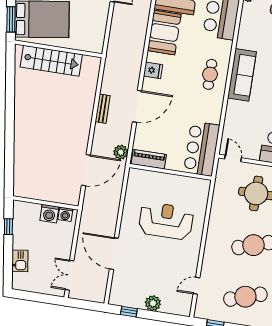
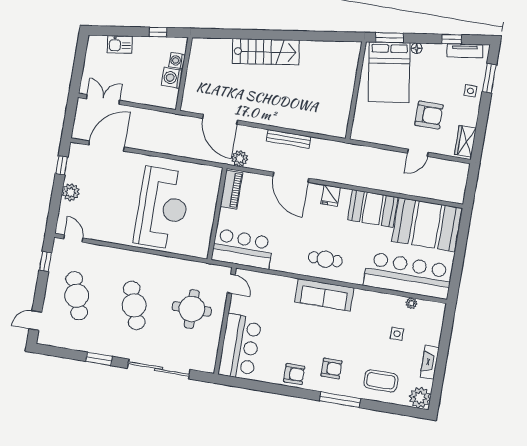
stairs: (51, 61) -> (266, 52), moved, turned -98
bench: (103, 109) -> (288, 139), width x1.36
door: (233, 158) -> (231, 284), hinge flipped
washing machine: (65, 214) -> (177, 61), moved
reception desk: (166, 221) -> (162, 208), width x1.36, depth x1.30
door: (114, 254) -> (107, 146), moved
door: (196, 286) -> (73, 238), moved

